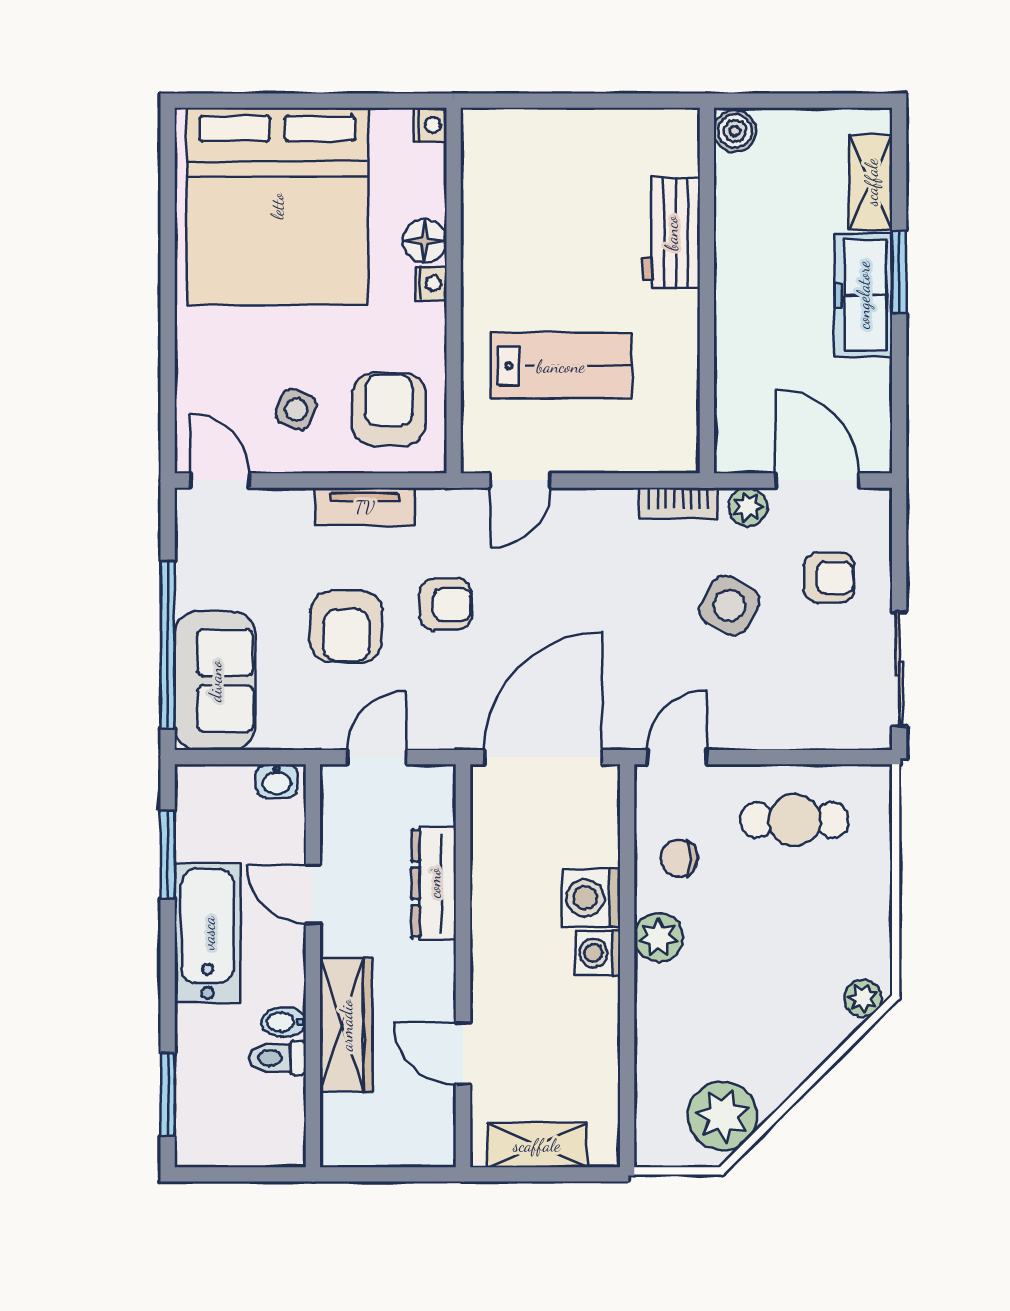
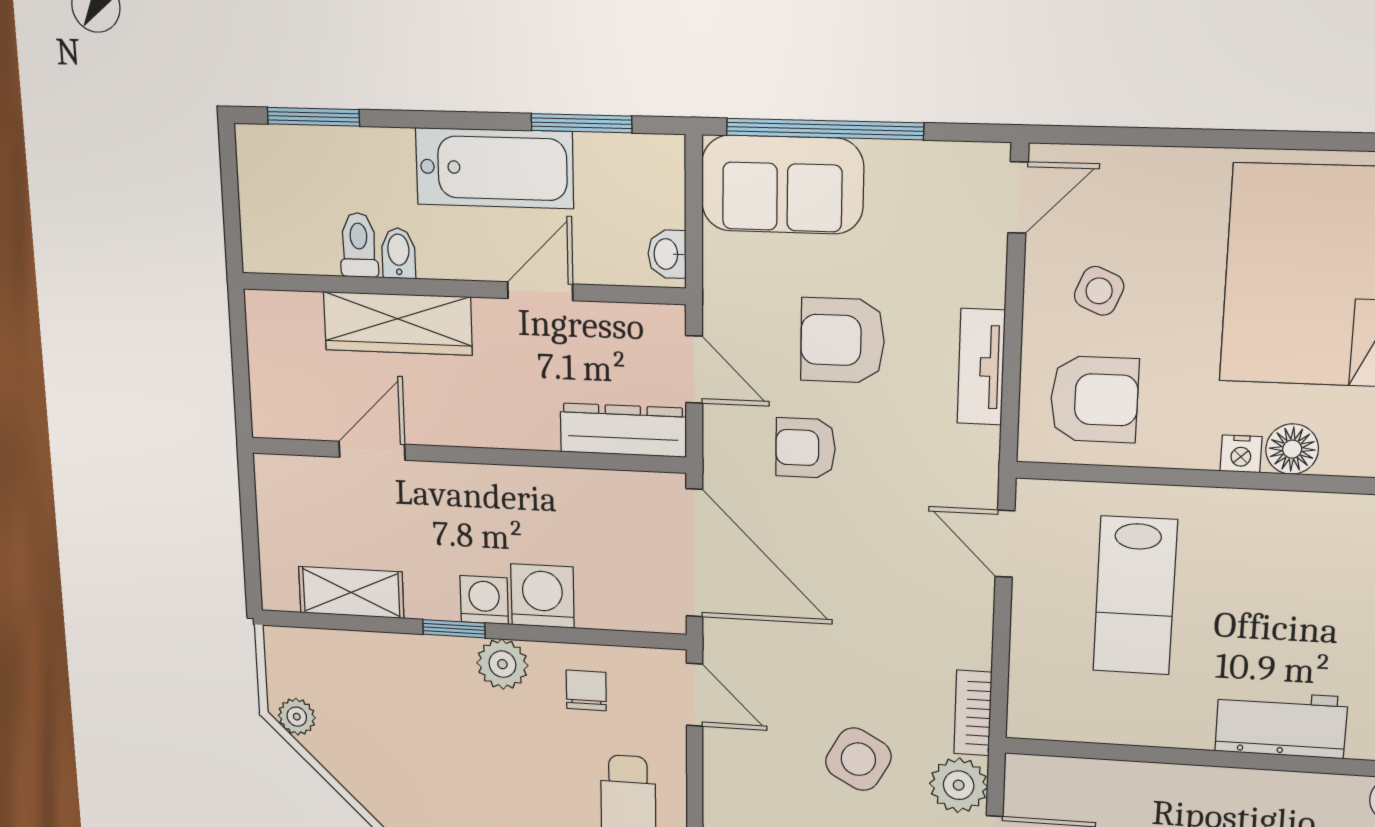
plant: (748, 507) -> (959, 785), width x1.38, depth x1.38
armchair: (445, 604) -> (806, 448), moved, turned 90
dresser: (434, 883) -> (623, 430), moved
window: (627, 982) -> (454, 629), added
plant: (723, 1116) -> (297, 717), width x0.53, depth x0.53
shelving: (537, 1145) -> (351, 592), moved, turned 90

